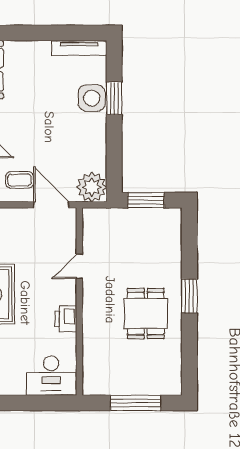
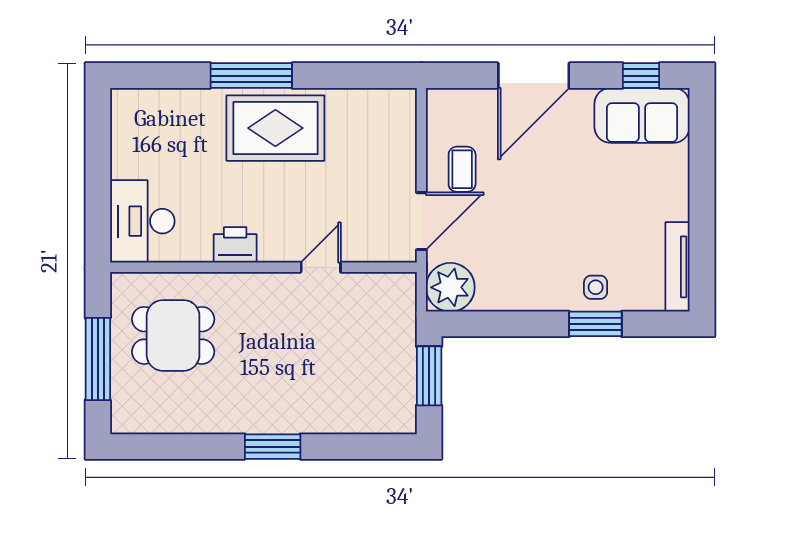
side table: (92, 98) -> (596, 287), width x0.54, depth x0.54
door: (79, 266) -> (321, 267), hinge flipped
dining table: (146, 313) -> (173, 335), moved

